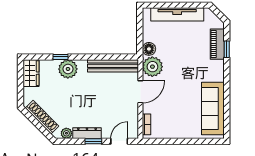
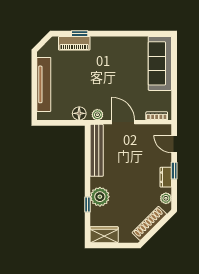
plant: (152, 67) -> (97, 115), width x0.53, depth x0.53
sofa: (213, 109) -> (160, 63), moved, turned 90
dresser: (87, 133) -> (166, 177), width x0.70

